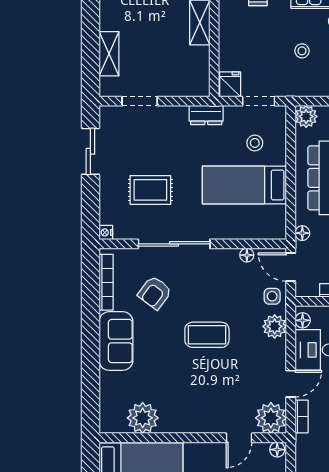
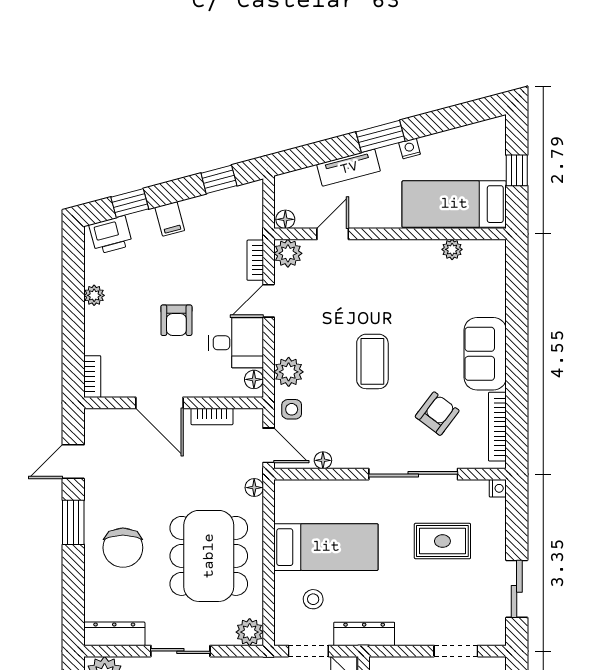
dresser: (206, 115) -> (364, 634), width x1.44
coffee table: (207, 335) -> (372, 361), turned 90
plant: (143, 418) -> (452, 249), width x0.53, depth x0.53
plant: (271, 418) -> (288, 253), width x0.73, depth x0.73

